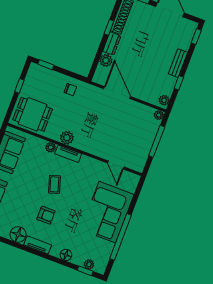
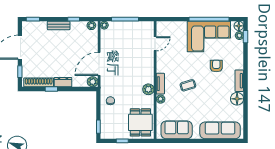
plant: (106, 60) -> (93, 82), moved
corner sofa: (107, 212) -> (209, 37), moved
armchair: (46, 215) -> (216, 66), moved
floor lamp: (66, 255) -> (239, 26), moved

